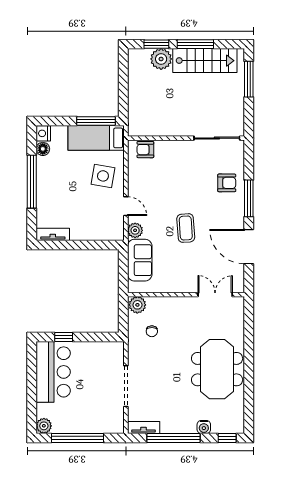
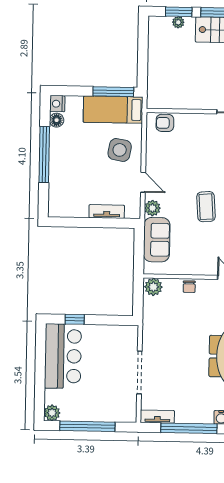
plant: (161, 59) -> (178, 22), width x0.53, depth x0.53
tv unit: (53, 234) -> (107, 211), moved
chair: (152, 331) -> (189, 287), moved

